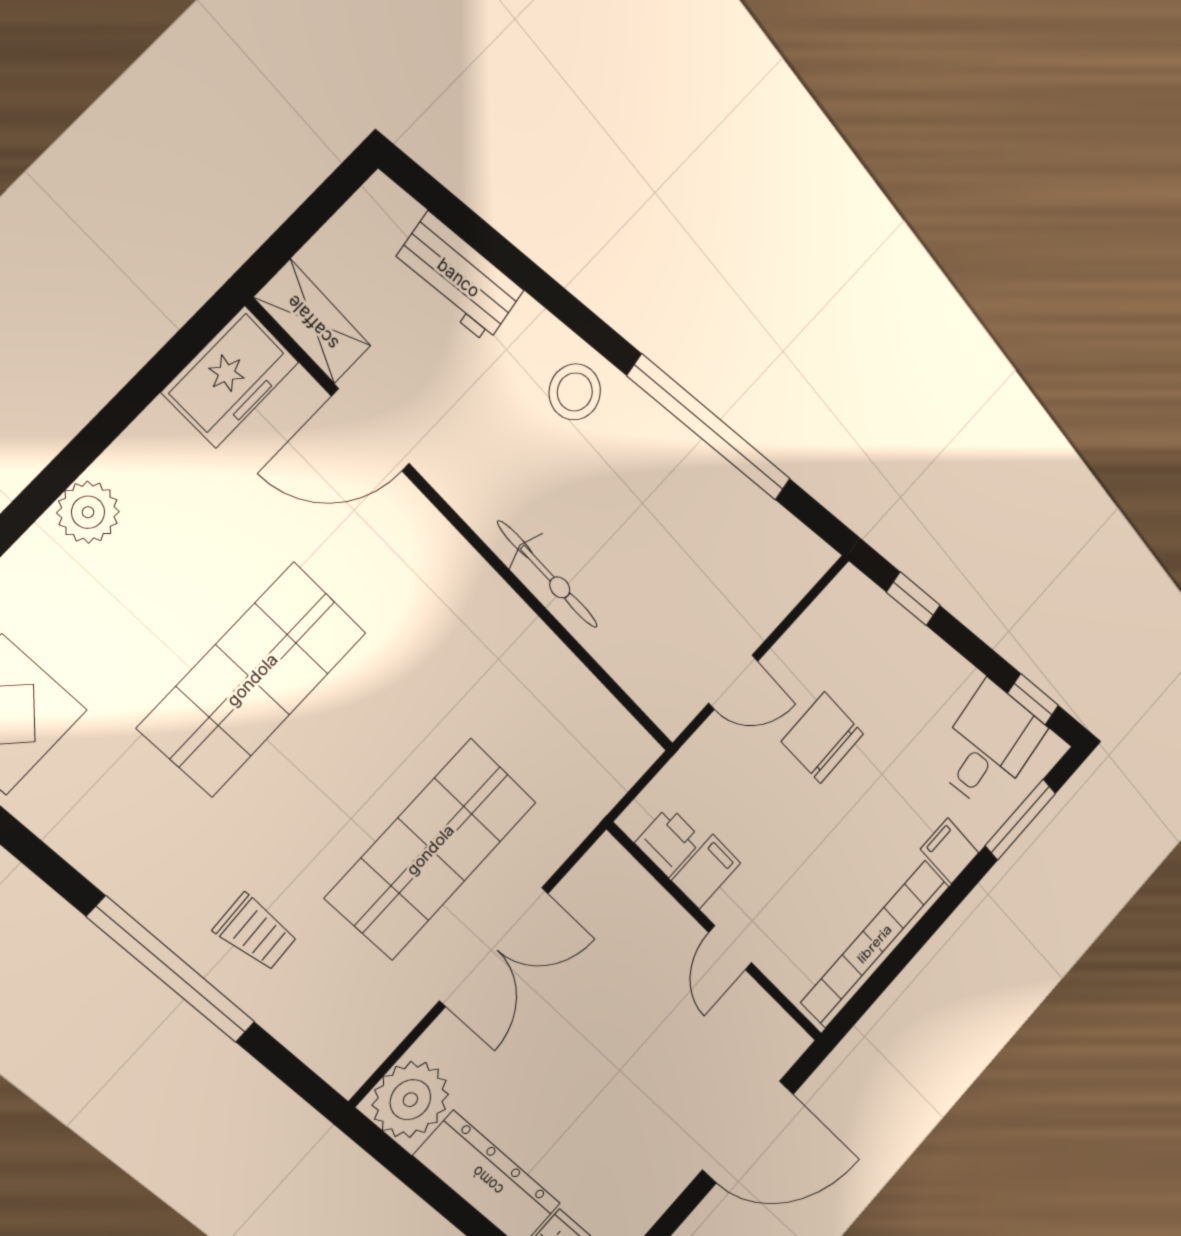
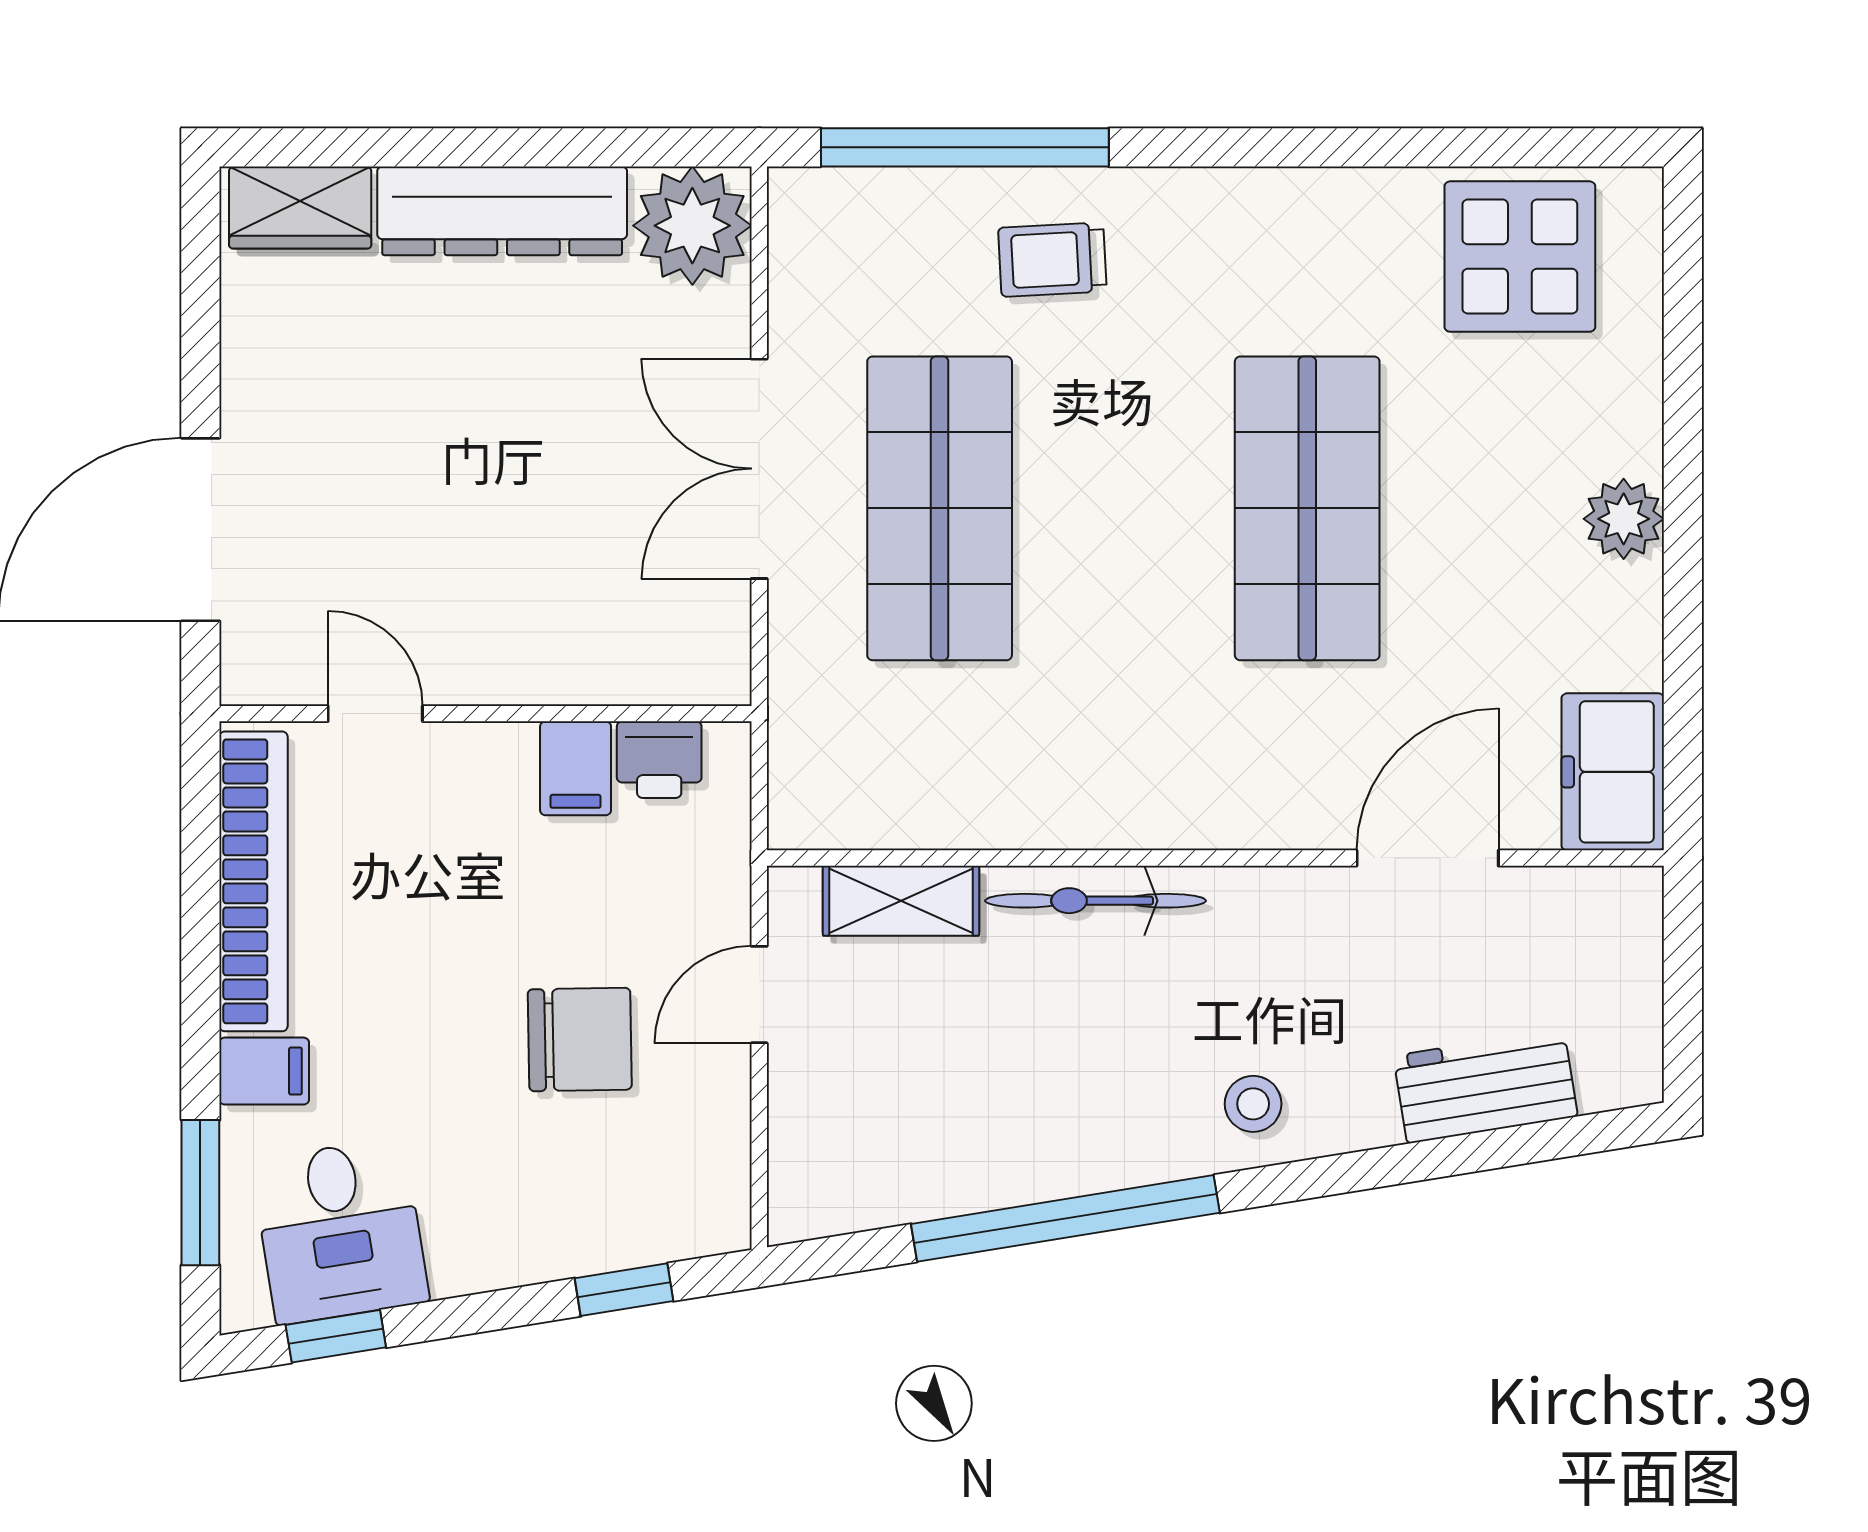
shelving: (313, 322) -> (901, 901), moved
stool: (575, 392) -> (1253, 1104), width x0.73, depth x0.73
door: (730, 948) -> (375, 714), moved
window: (172, 970) -> (965, 147), moved

